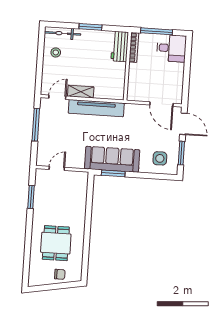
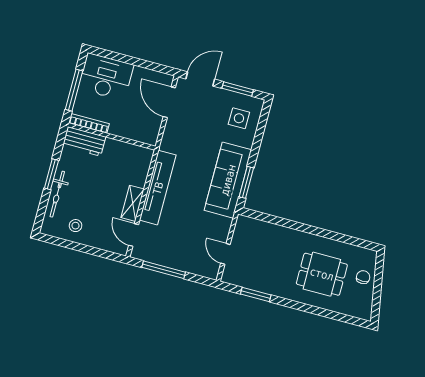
bicycle: (63, 33) -> (57, 194), moved
desk: (171, 48) -> (106, 77), width x1.37
door: (161, 104) -> (169, 102), swing flipped

